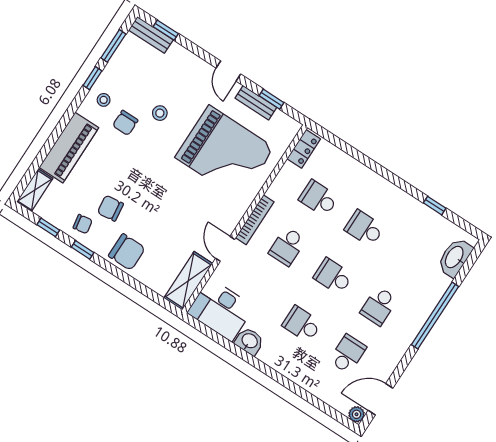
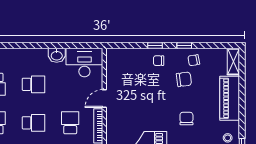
chair: (125, 123) -> (186, 119), moved
window: (48, 227) -> (155, 46), moved
door: (225, 249) -> (104, 99), swing flipped
chair: (127, 252) -> (159, 61), width x0.54, depth x0.54
shelving: (188, 281) -> (113, 67), removed

